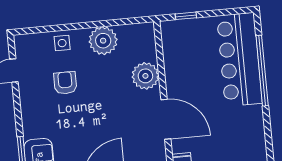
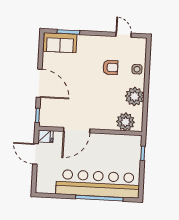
bar counter: (240, 59) -> (98, 184), width x1.36
plant: (145, 76) -> (125, 122), moved

